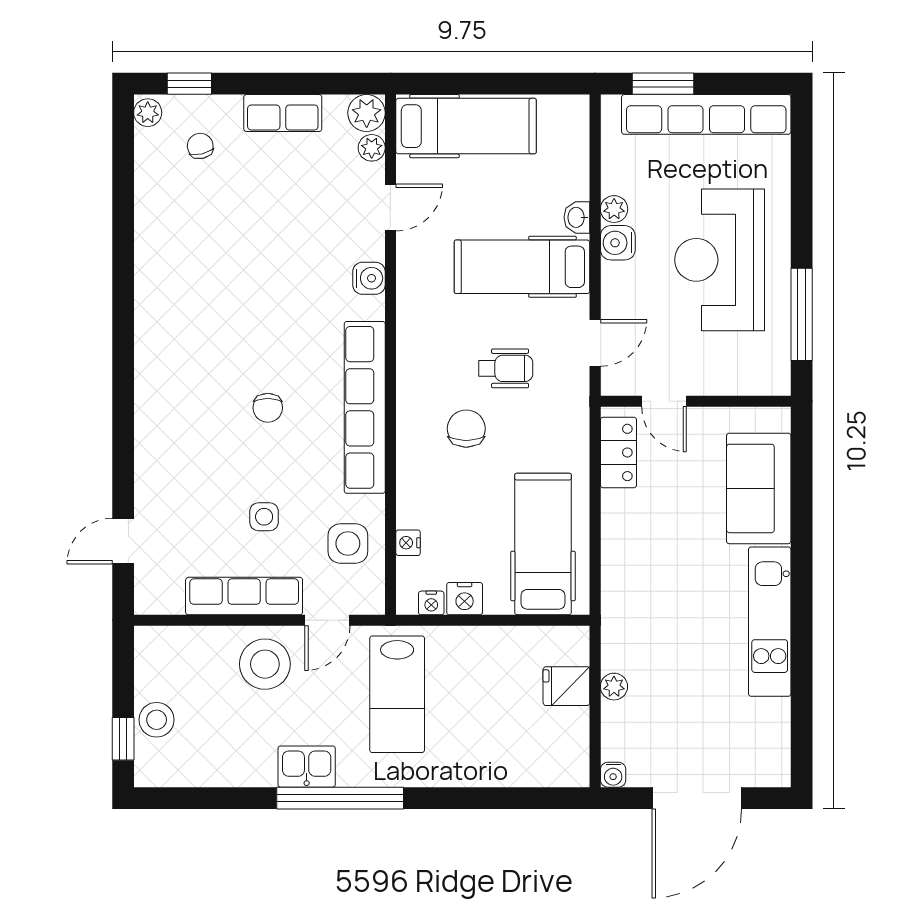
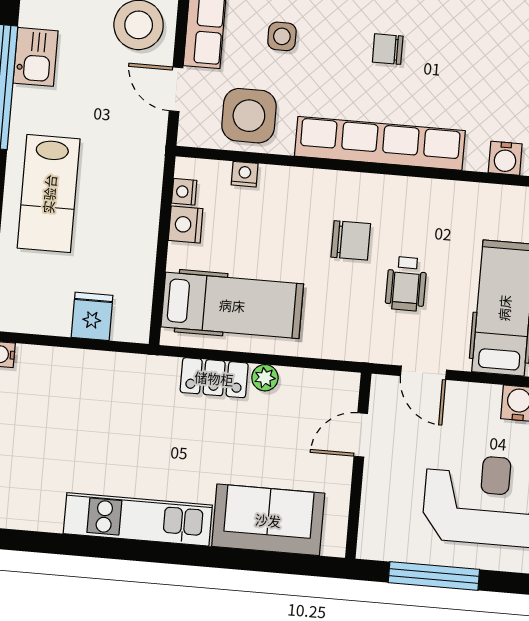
locker: (618, 452) -> (214, 378), moved
side table: (348, 544) -> (249, 116), width x1.37, depth x1.37
plant: (614, 687) -> (265, 378), moved
lab bench: (397, 694) -> (49, 194), moved, turned -90

